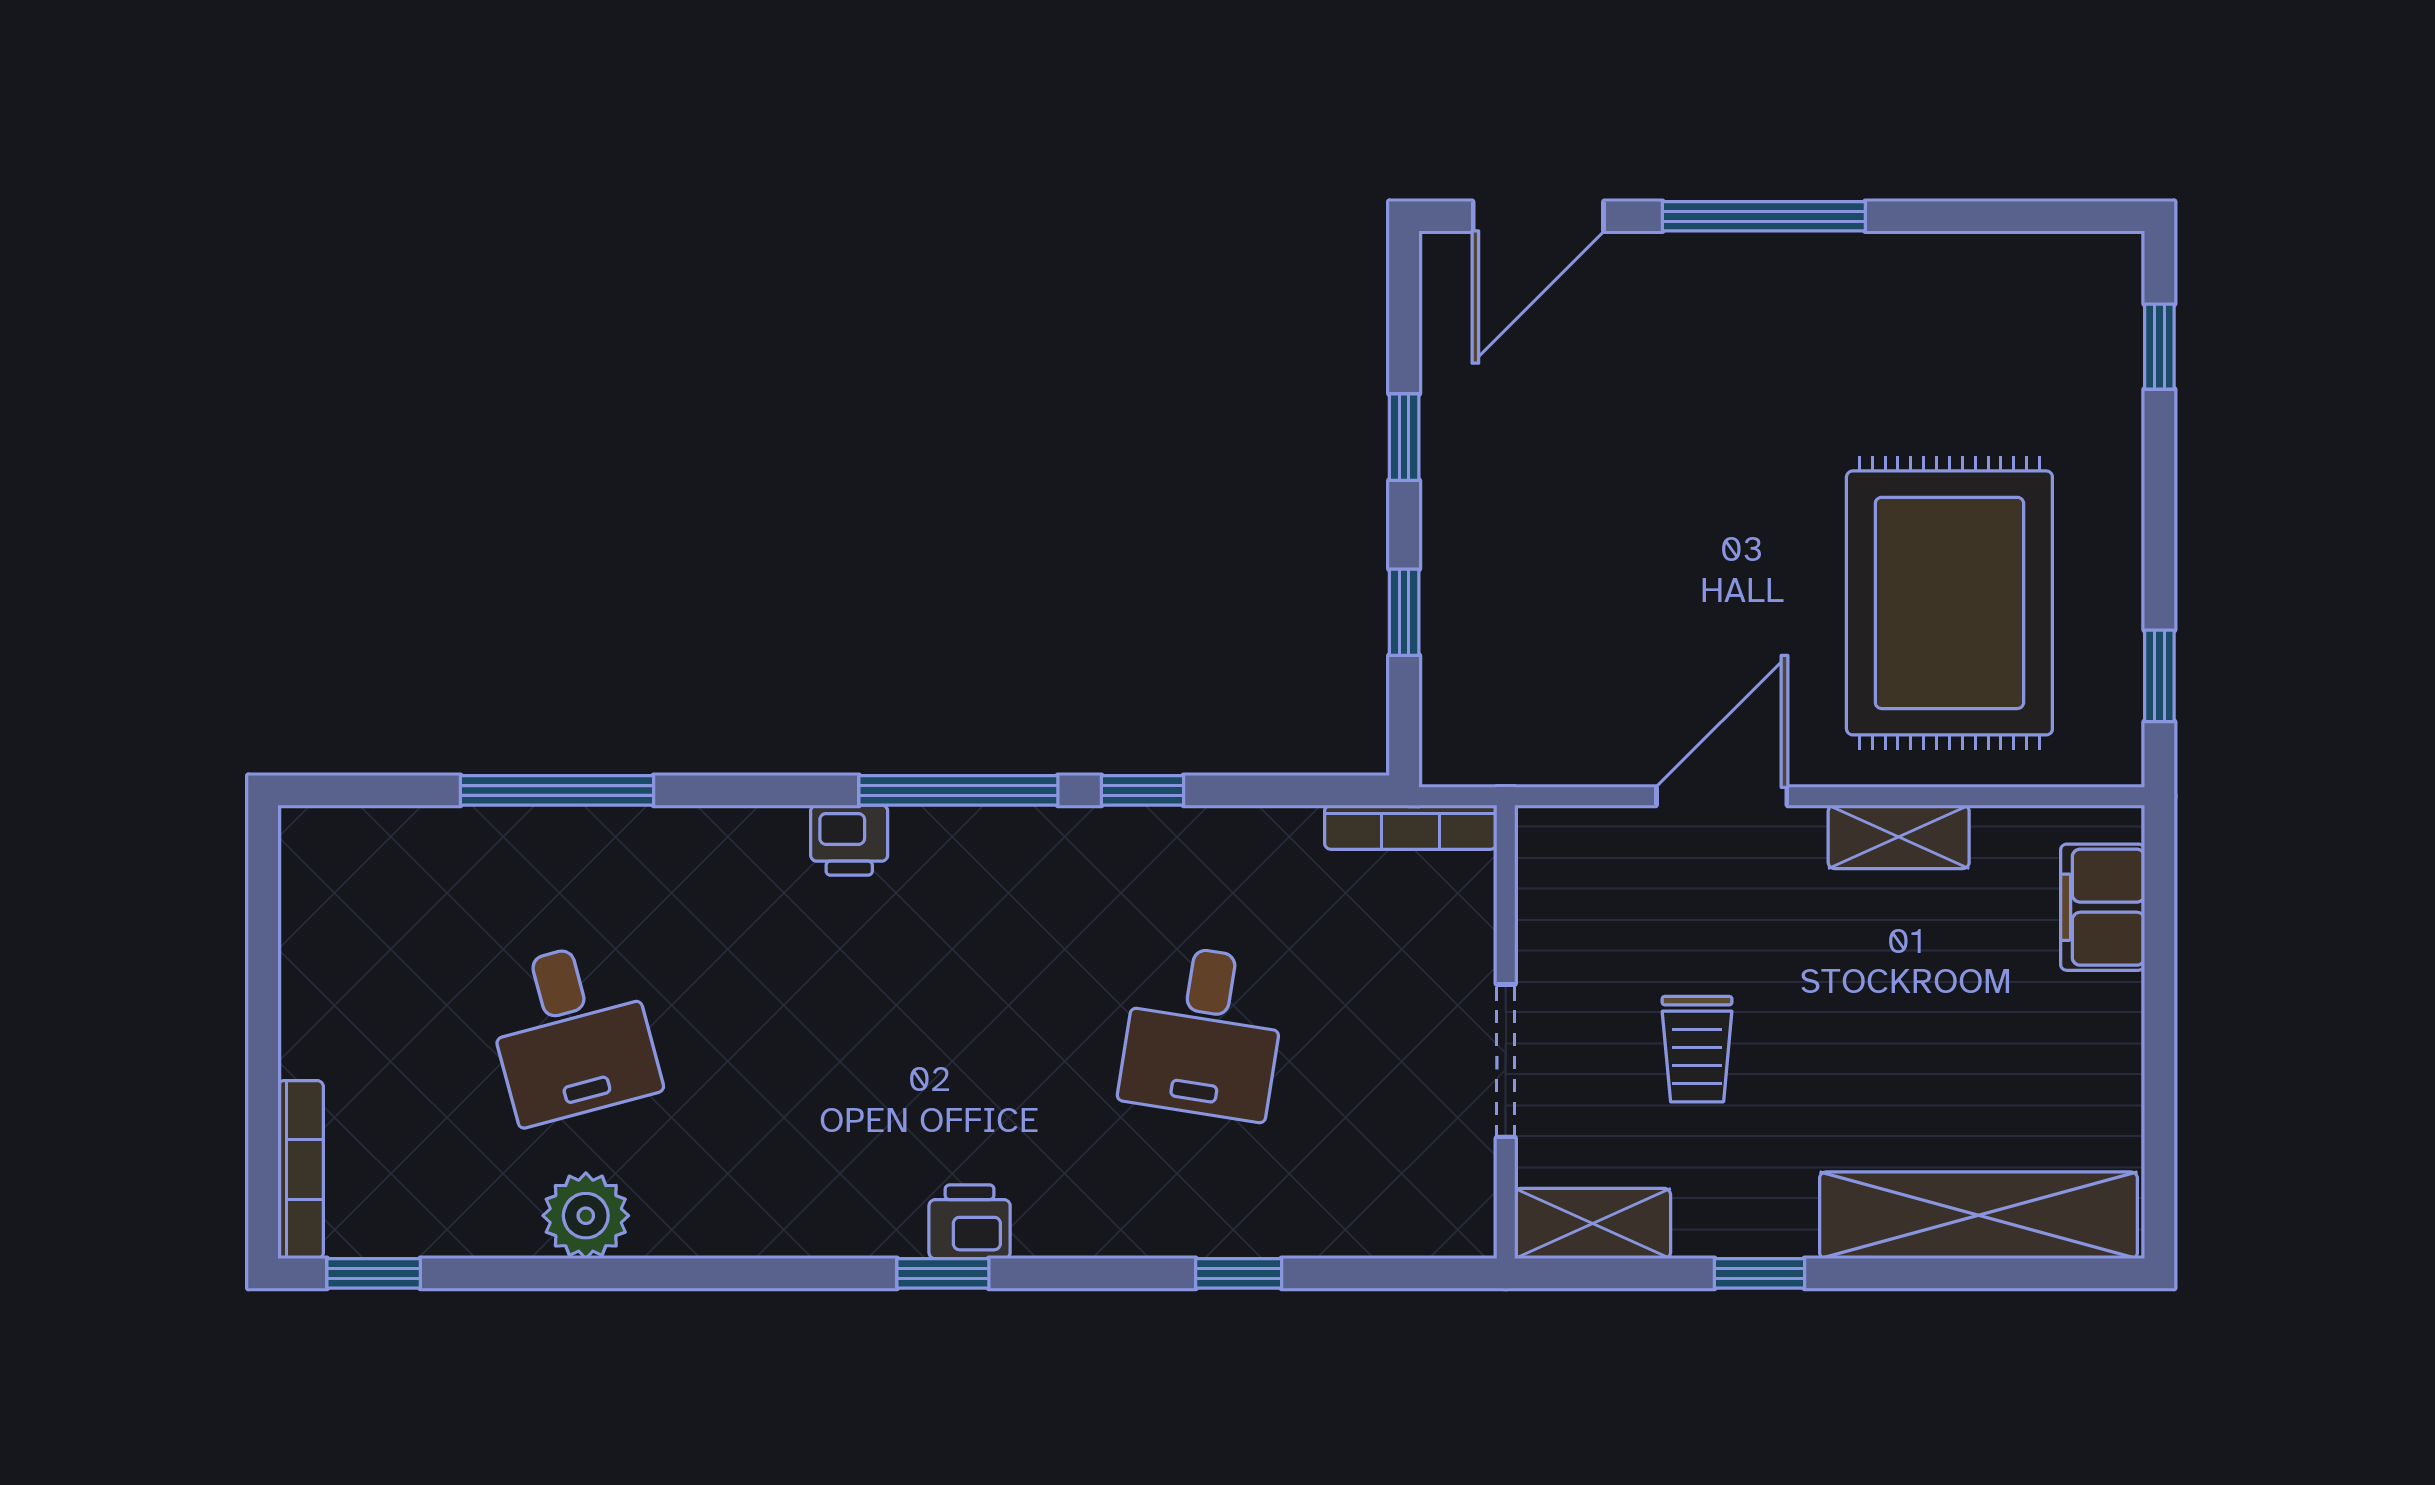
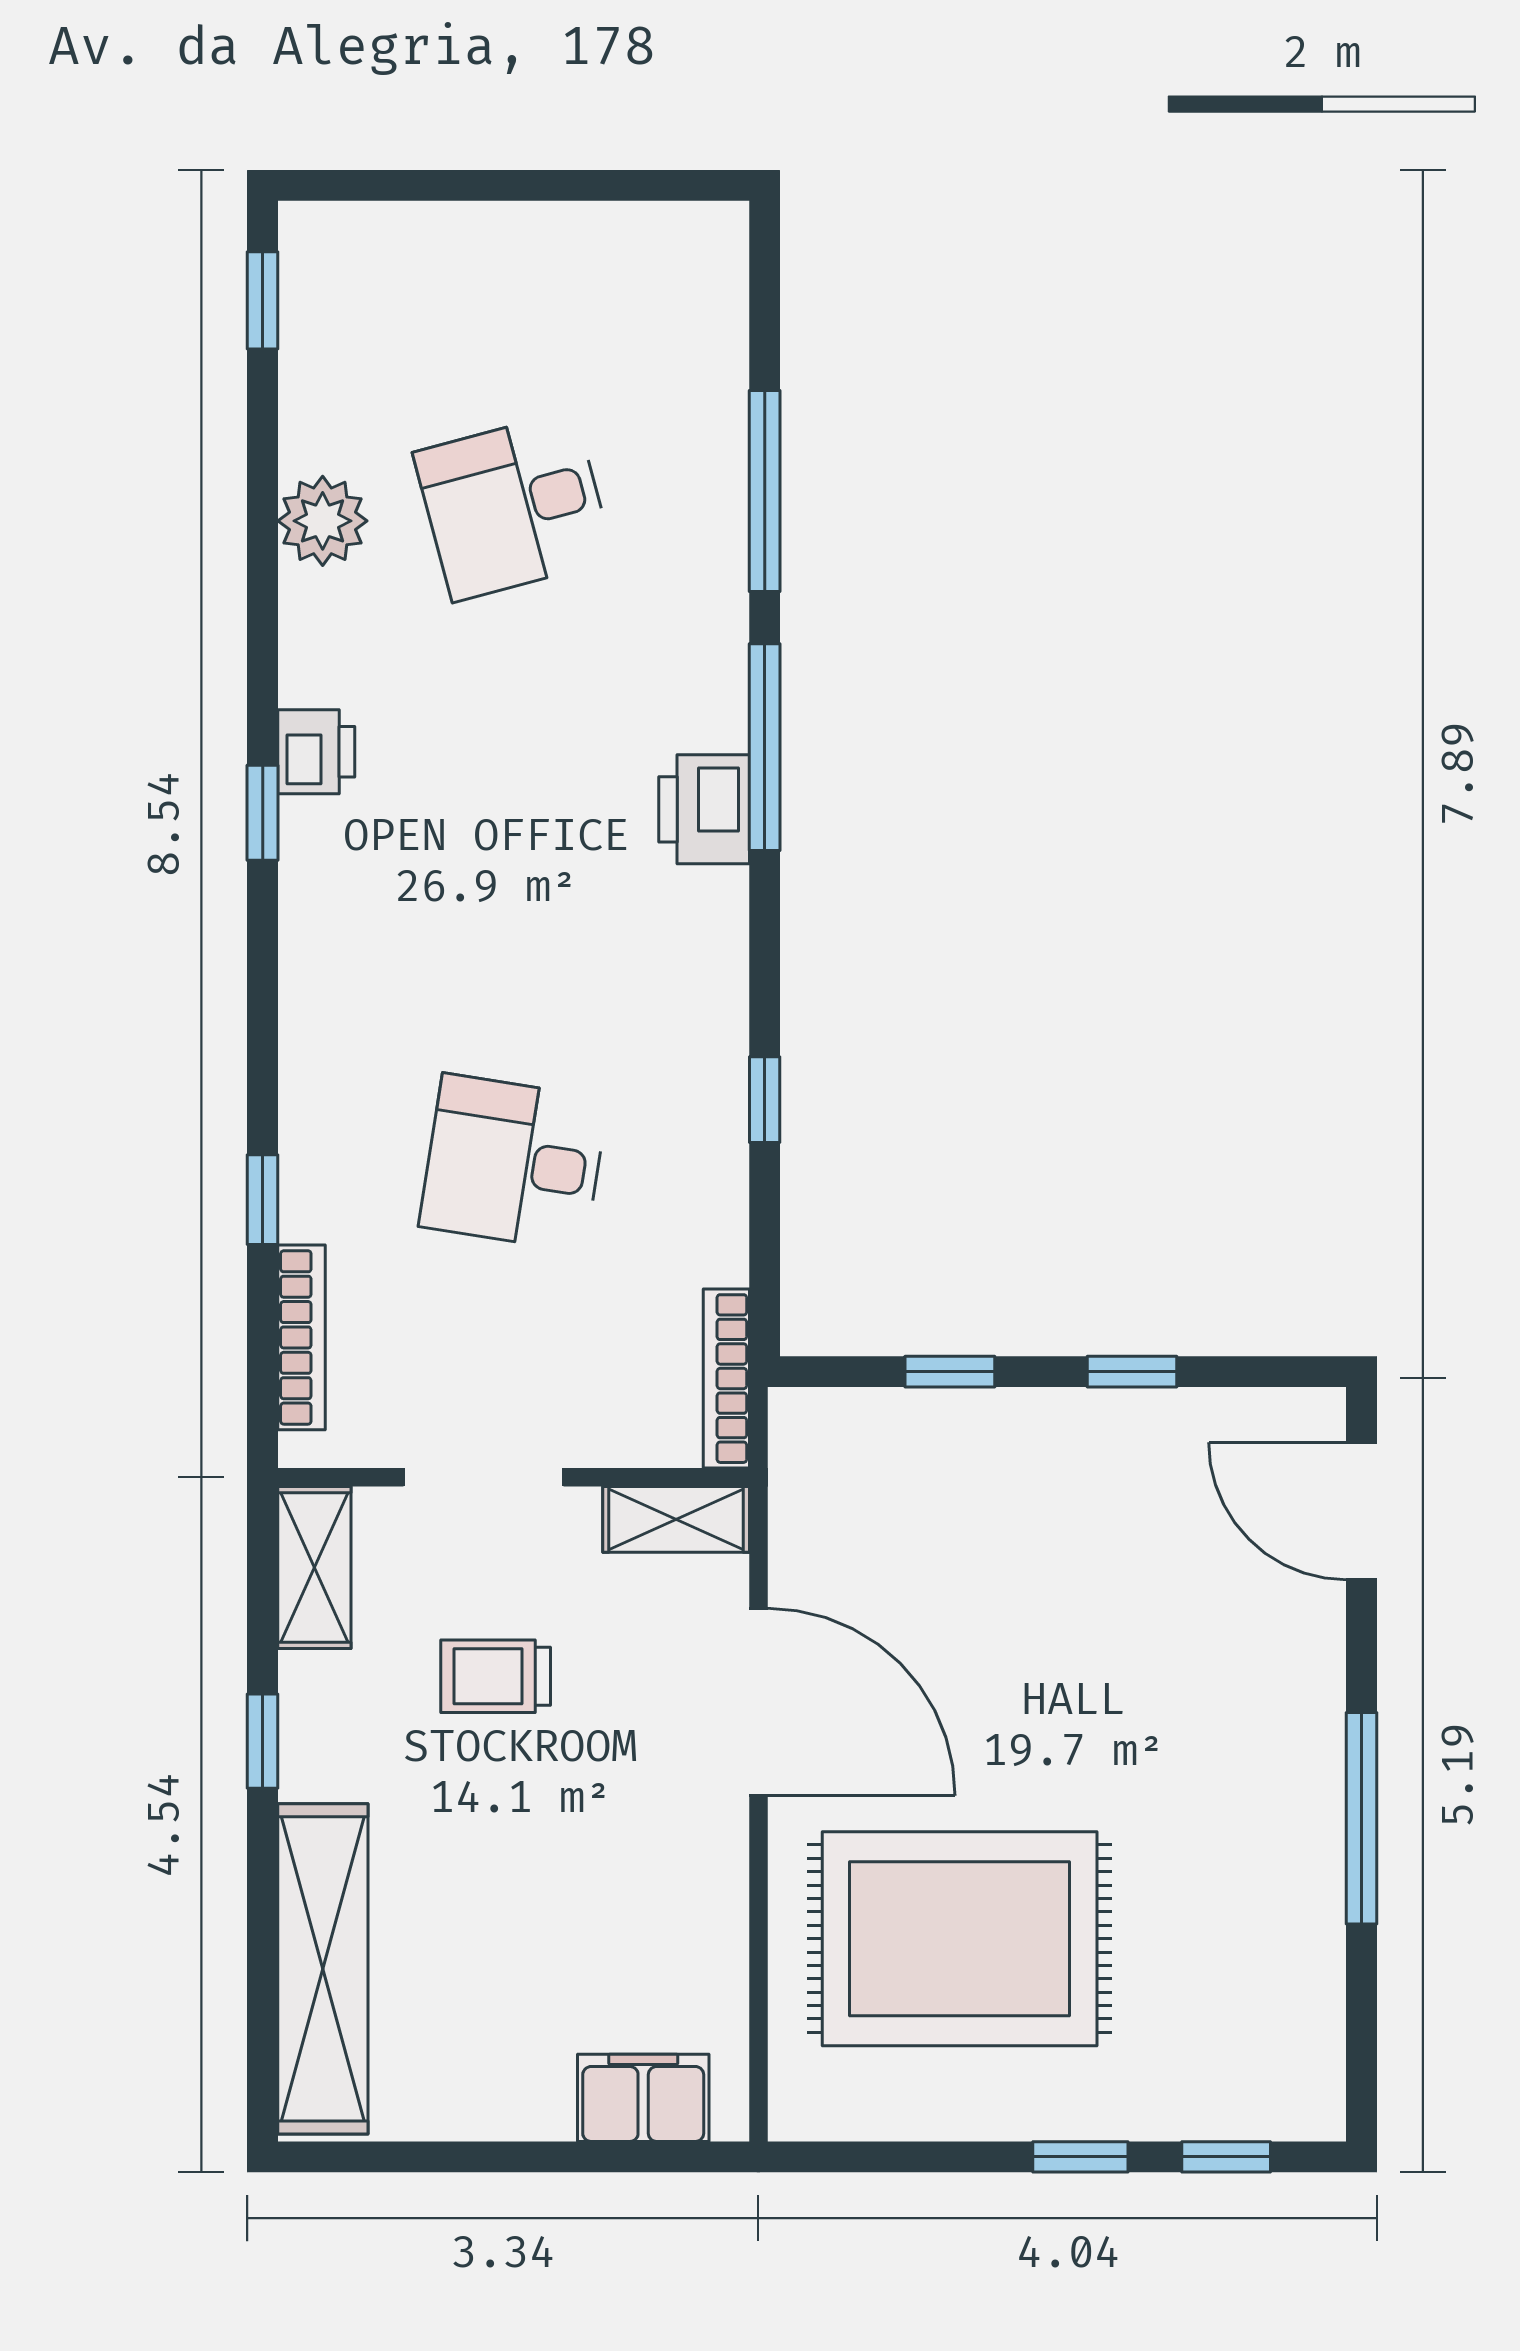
window: (1764, 216) -> (1362, 1818), moved
window: (2159, 676) -> (1080, 2157), moved
window: (958, 790) -> (765, 747), moved
door: (1722, 796) -> (758, 1702), width x1.36
shelving: (1899, 837) -> (676, 1519), moved, turned 90
printer: (849, 840) -> (704, 809), width x1.36, depth x1.24
bookcase: (301, 1170) -> (302, 1337), moved, turned -90
printer: (970, 1222) -> (316, 752), moved
window: (943, 1273) -> (263, 813), moved

